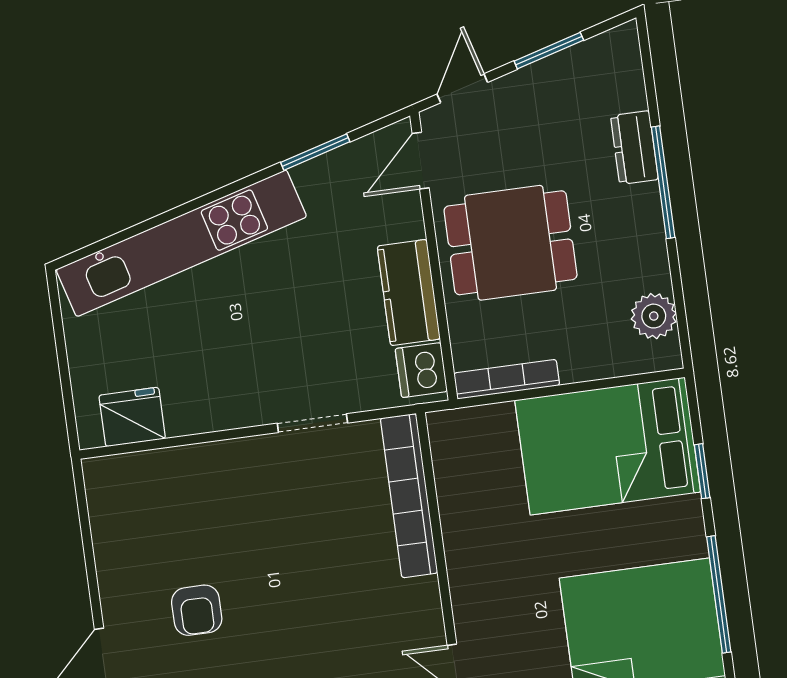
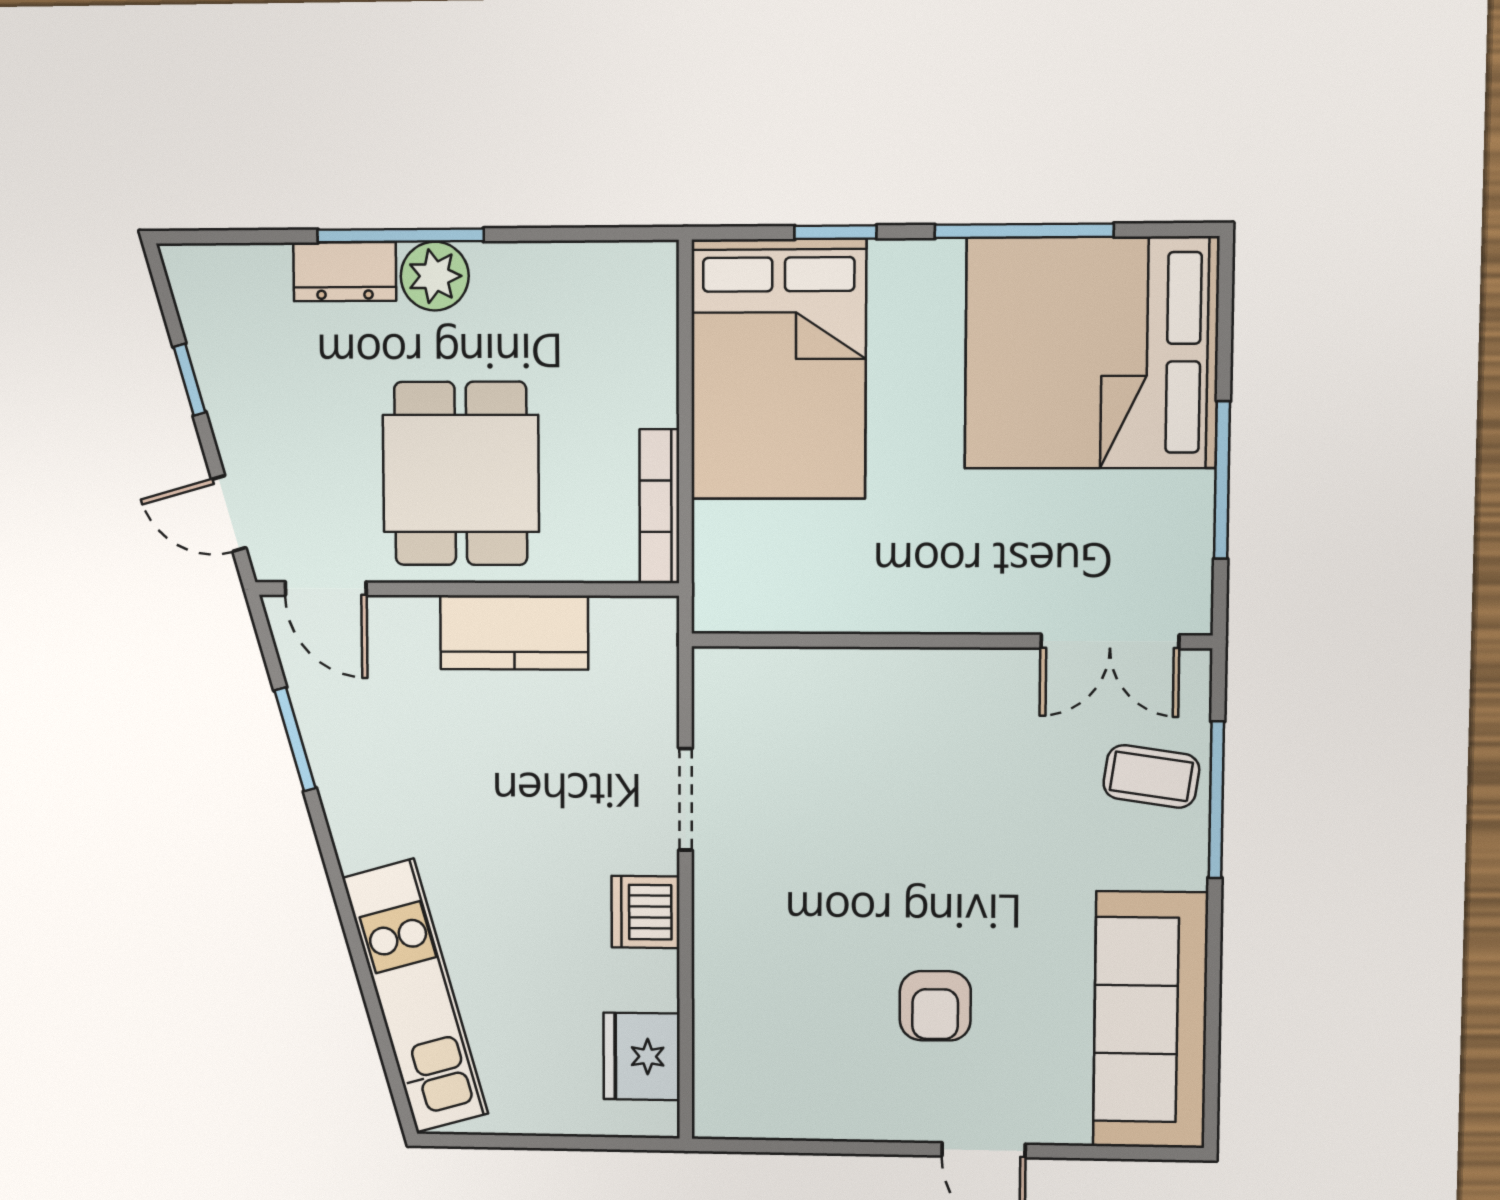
window: (549, 51) -> (190, 380), width x0.67
kitchen unit: (181, 243) -> (415, 996), width x0.73
plant: (654, 316) -> (435, 276), moved
dishwasher: (421, 370) -> (646, 912), moved, turned 90
bookcase: (409, 496) -> (811, 674), removed
armchair: (197, 610) -> (935, 1006), turned 90

